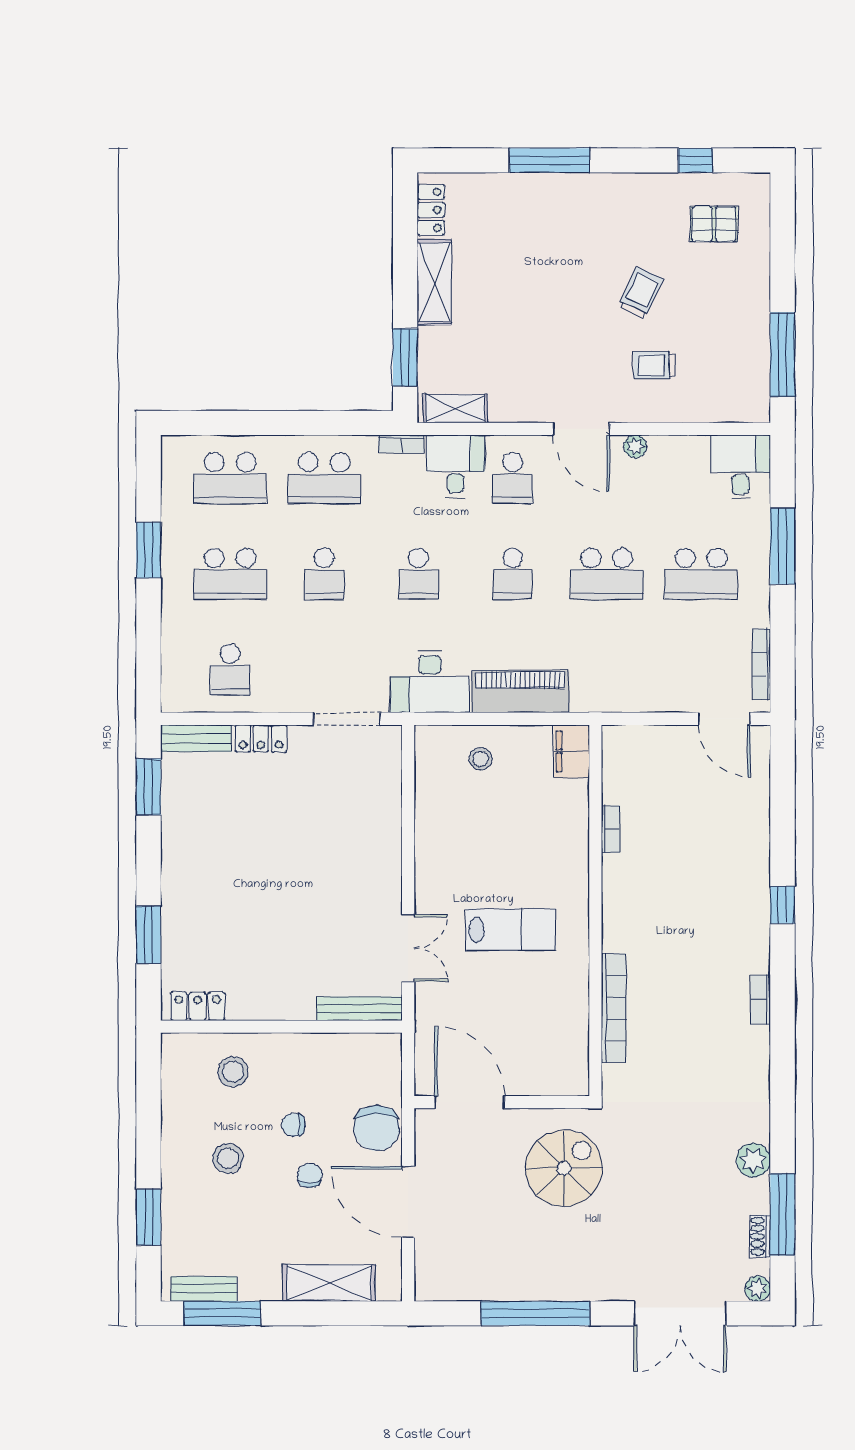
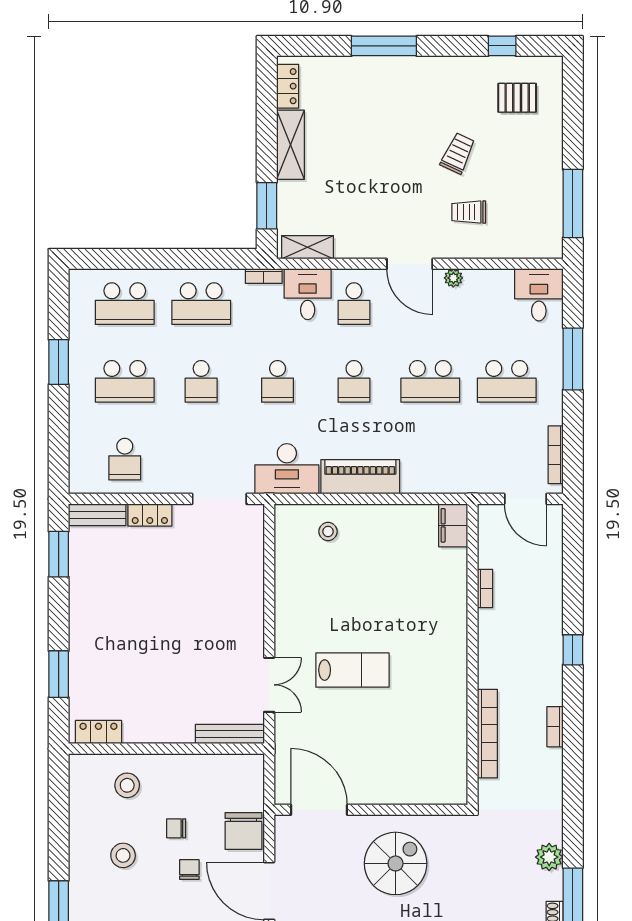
filing cabinet: (572, 751) -> (453, 525), moved
bookcase: (611, 829) -> (485, 588), moved
wall: (595, 910) -> (472, 654), moved
bookcase: (614, 1008) -> (487, 734), moved

